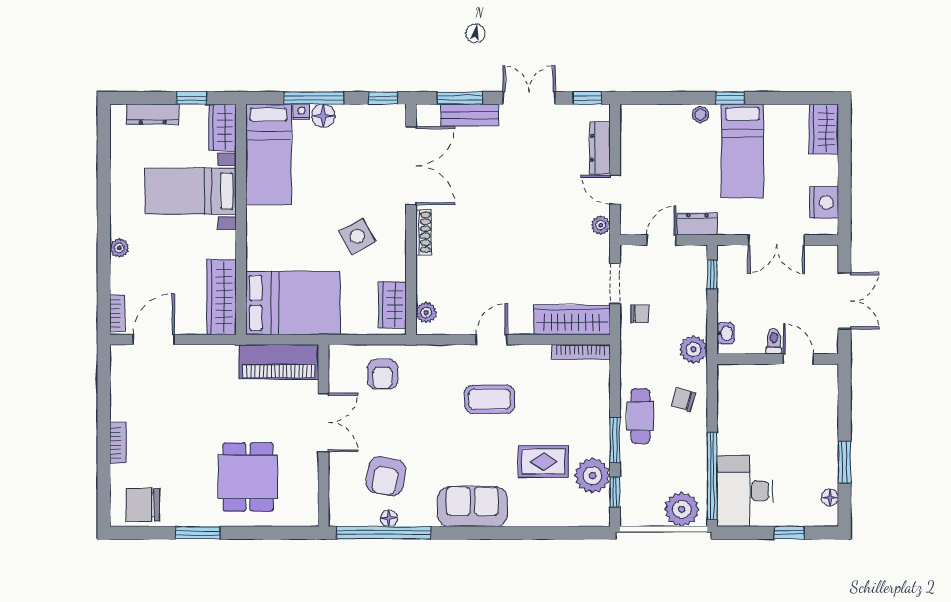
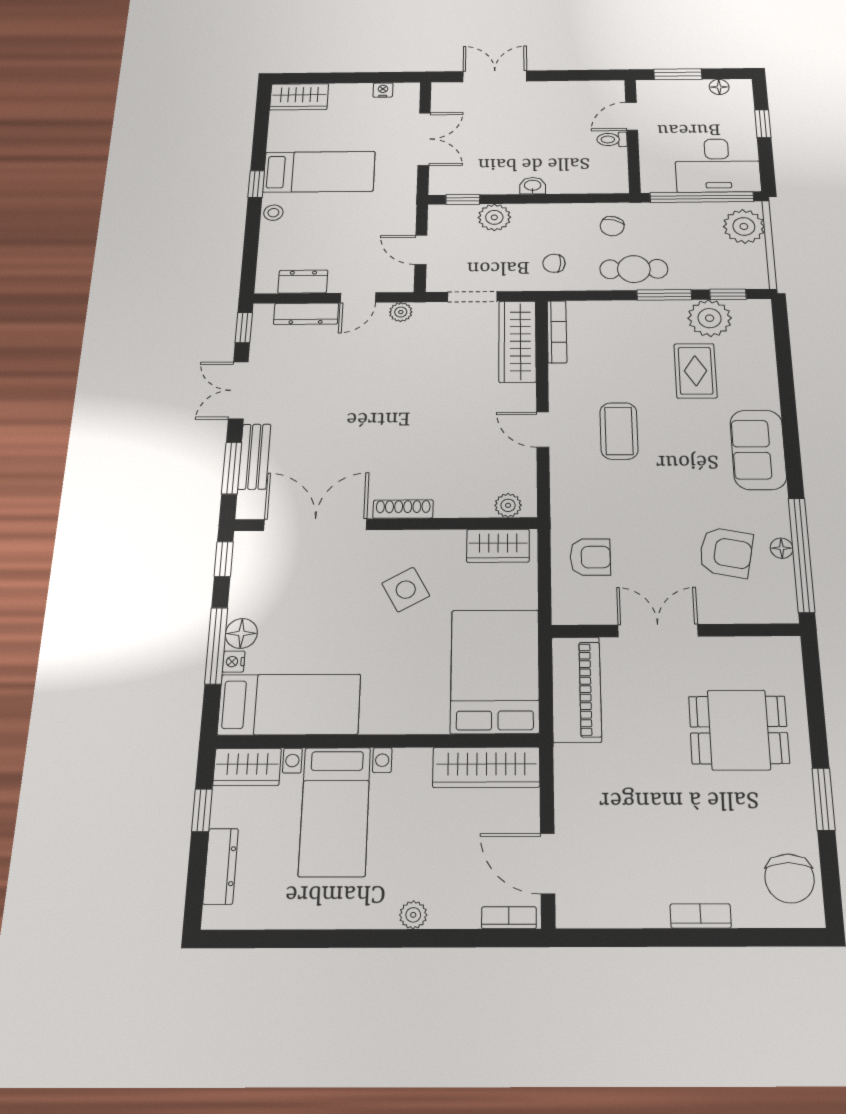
nightstand: (824, 202) -> (383, 90), width x0.53, depth x0.56
dresser: (697, 224) -> (303, 282), moved, turned 90
chair: (640, 314) -> (554, 263), moved, turned -85
toilet: (774, 341) -> (612, 139), moved
plant: (693, 349) -> (494, 217), moved
wall: (778, 359) -> (632, 136), moved
door: (799, 359) -> (632, 116), moved

